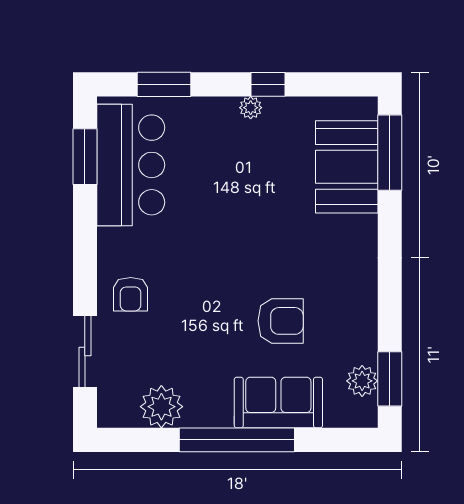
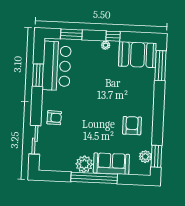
window: (85, 157) -> (38, 75), moved
booth: (347, 167) -> (138, 55), moved, turned 90
armchair: (131, 294) -> (54, 118), turned -88
armchair: (281, 321) -> (132, 126), moved, turned -90
plant: (161, 407) -> (84, 164), moved

